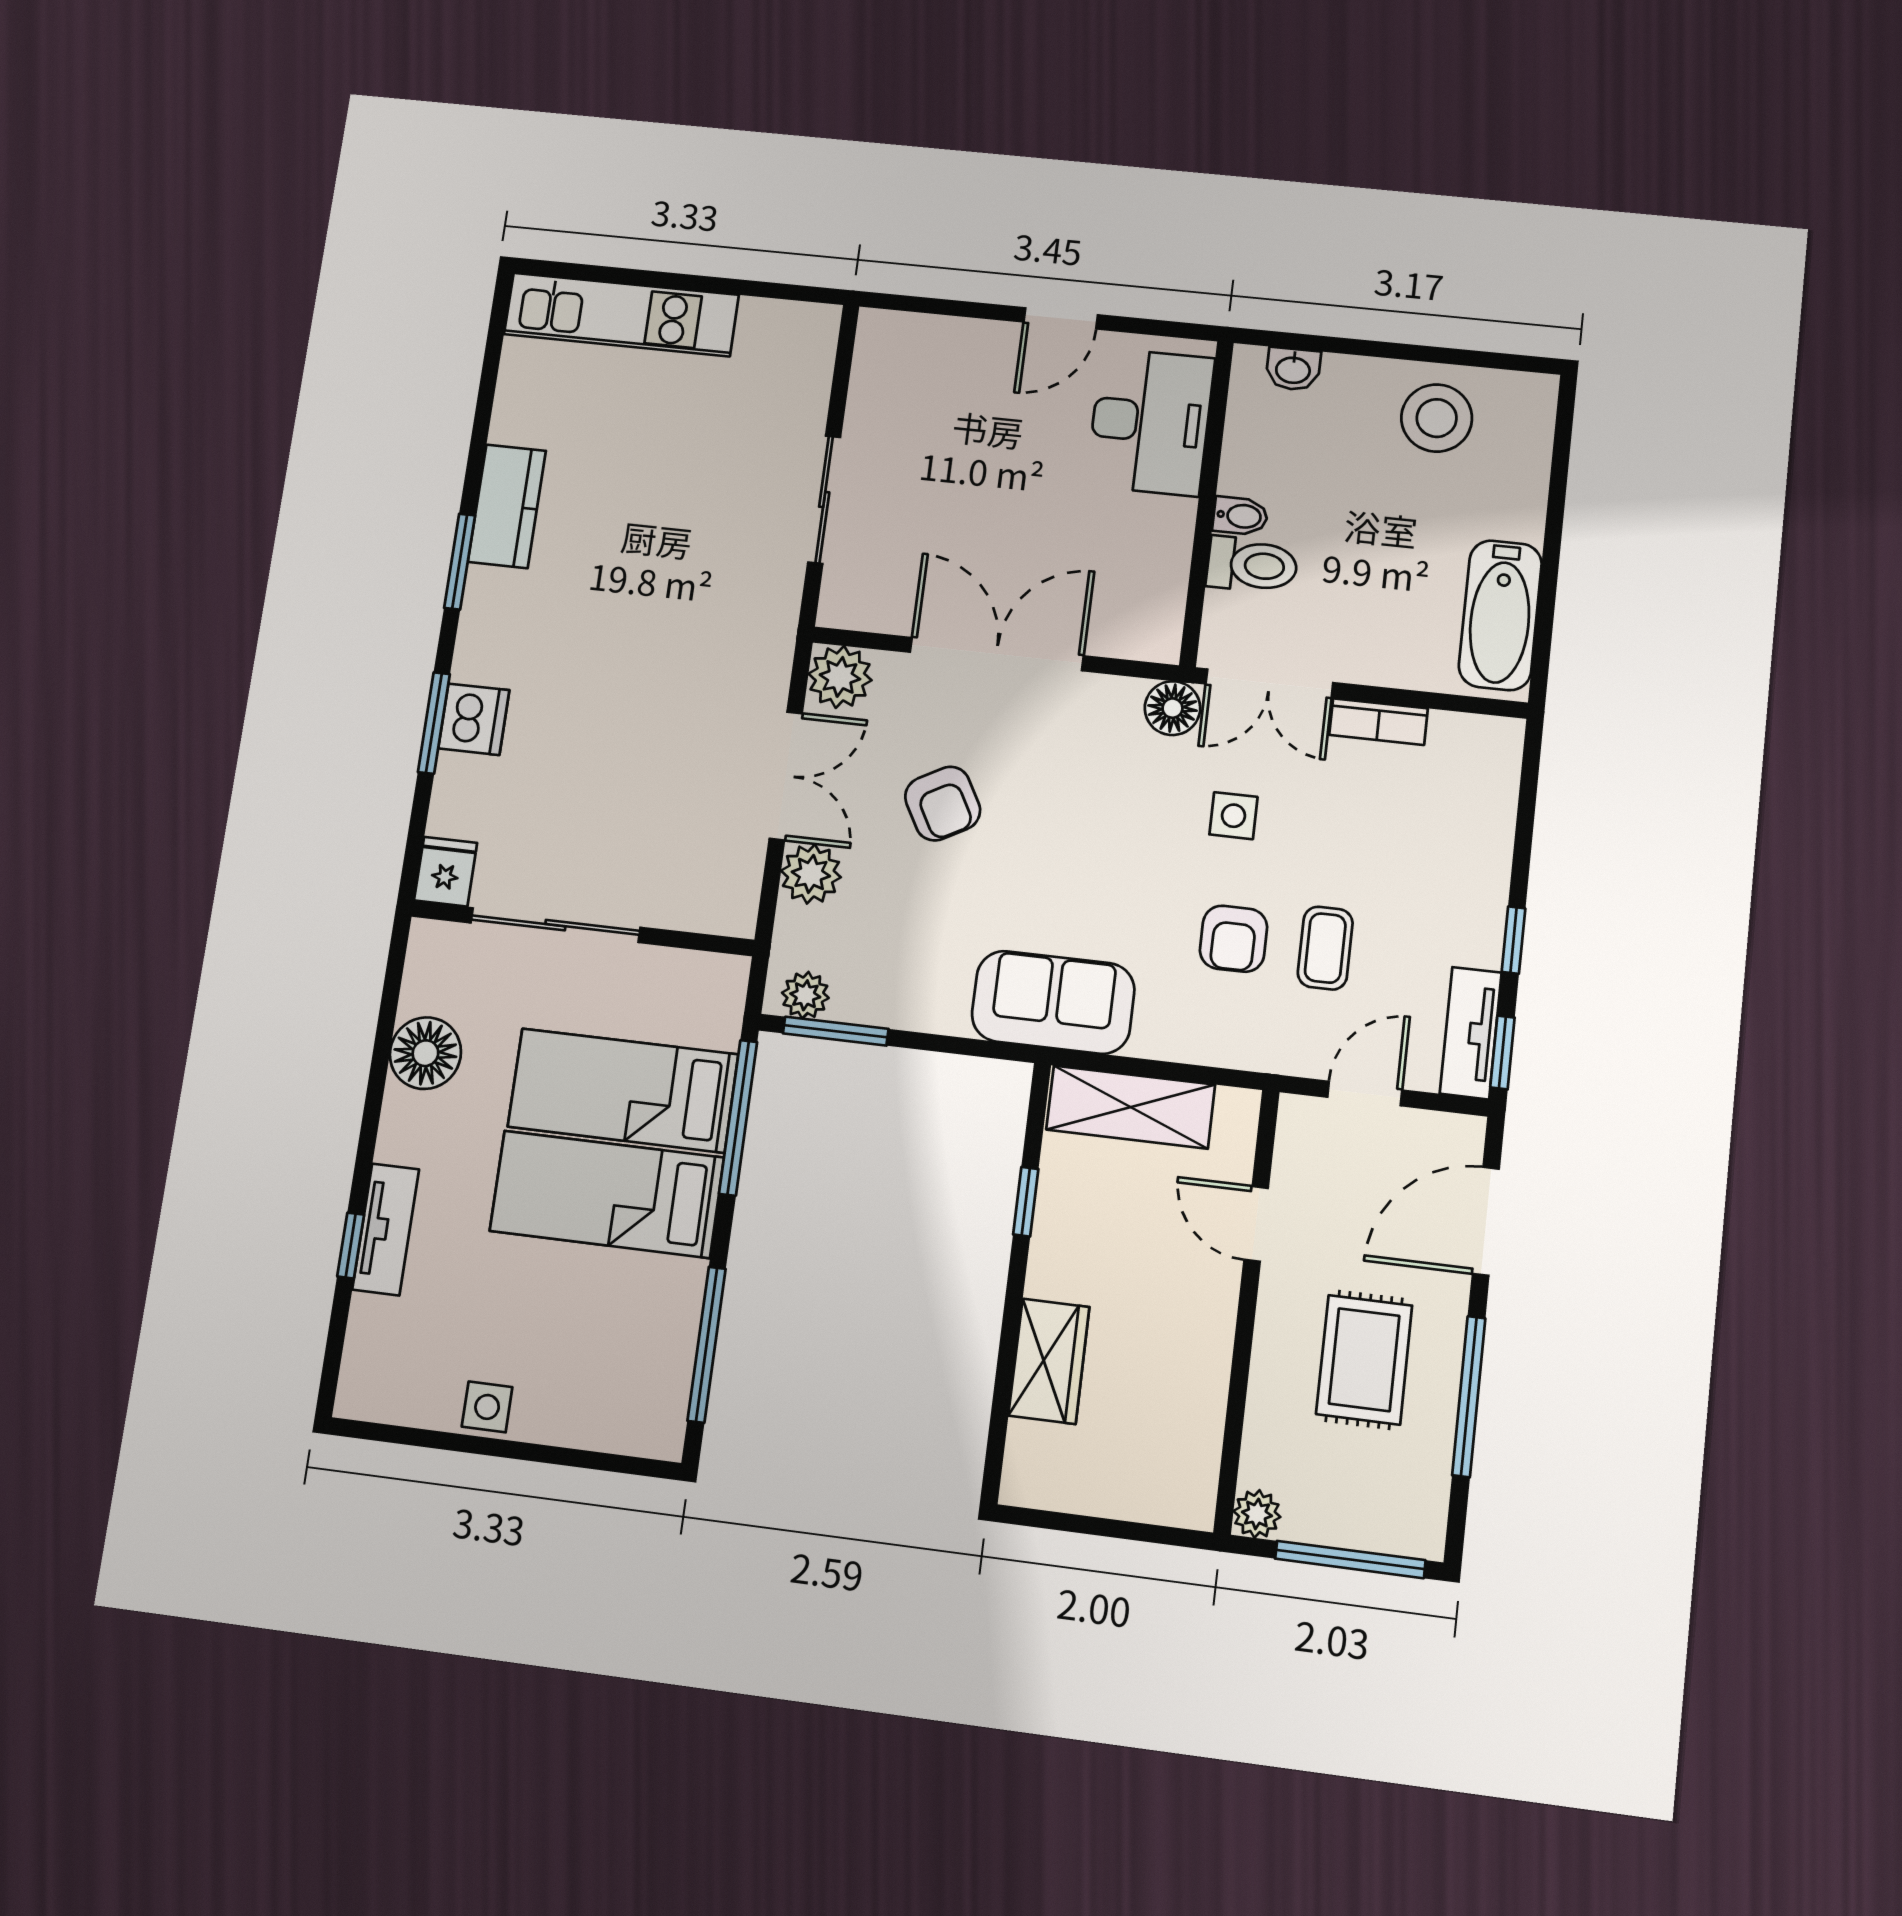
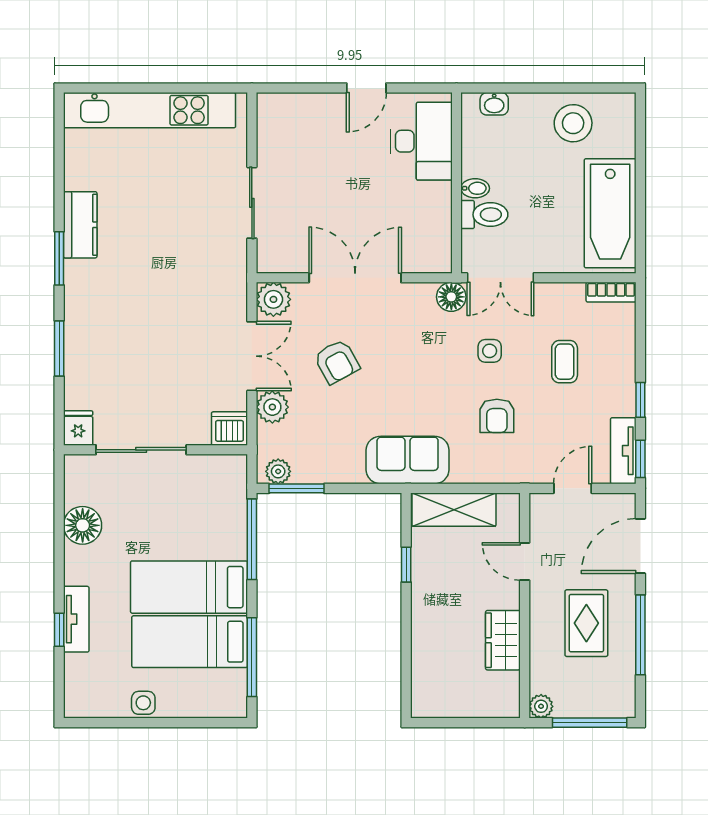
kitchen unit: (621, 315) -> (150, 110), width x1.36
bathtub: (1500, 615) -> (610, 213), width x1.36, depth x1.36
dishwasher: (474, 719) -> (229, 429), moved, turned -90
bookcase: (1379, 722) -> (611, 292), moved
coffee table: (1325, 948) -> (565, 362), moved
bed: (623, 1091) -> (190, 642), moved
wardrobe: (1049, 1361) -> (503, 640), moved, turned 180

